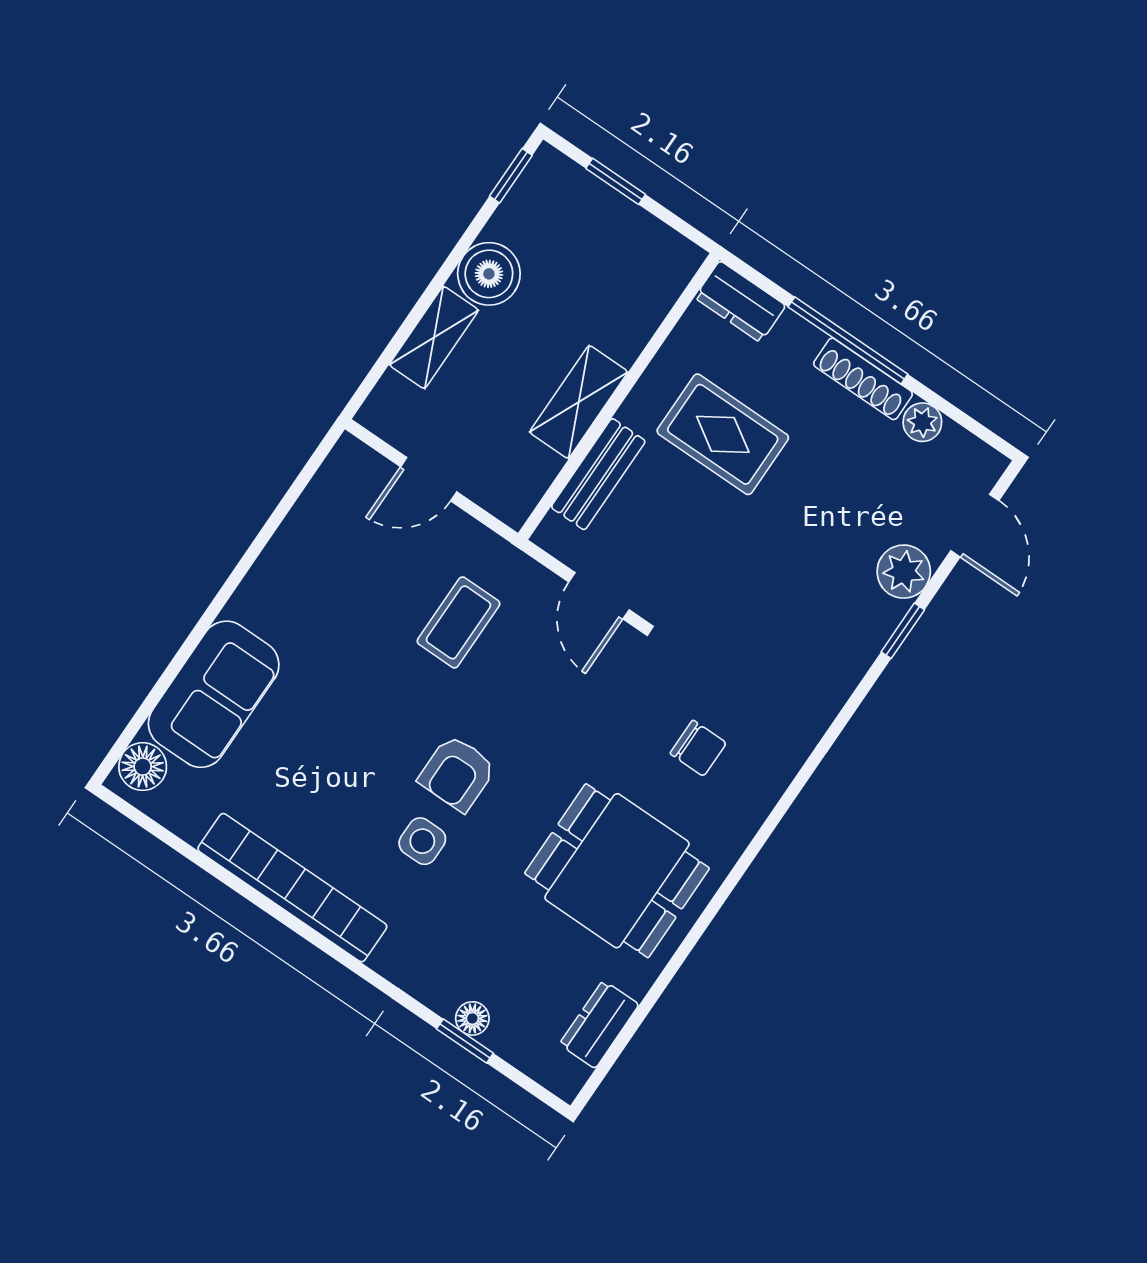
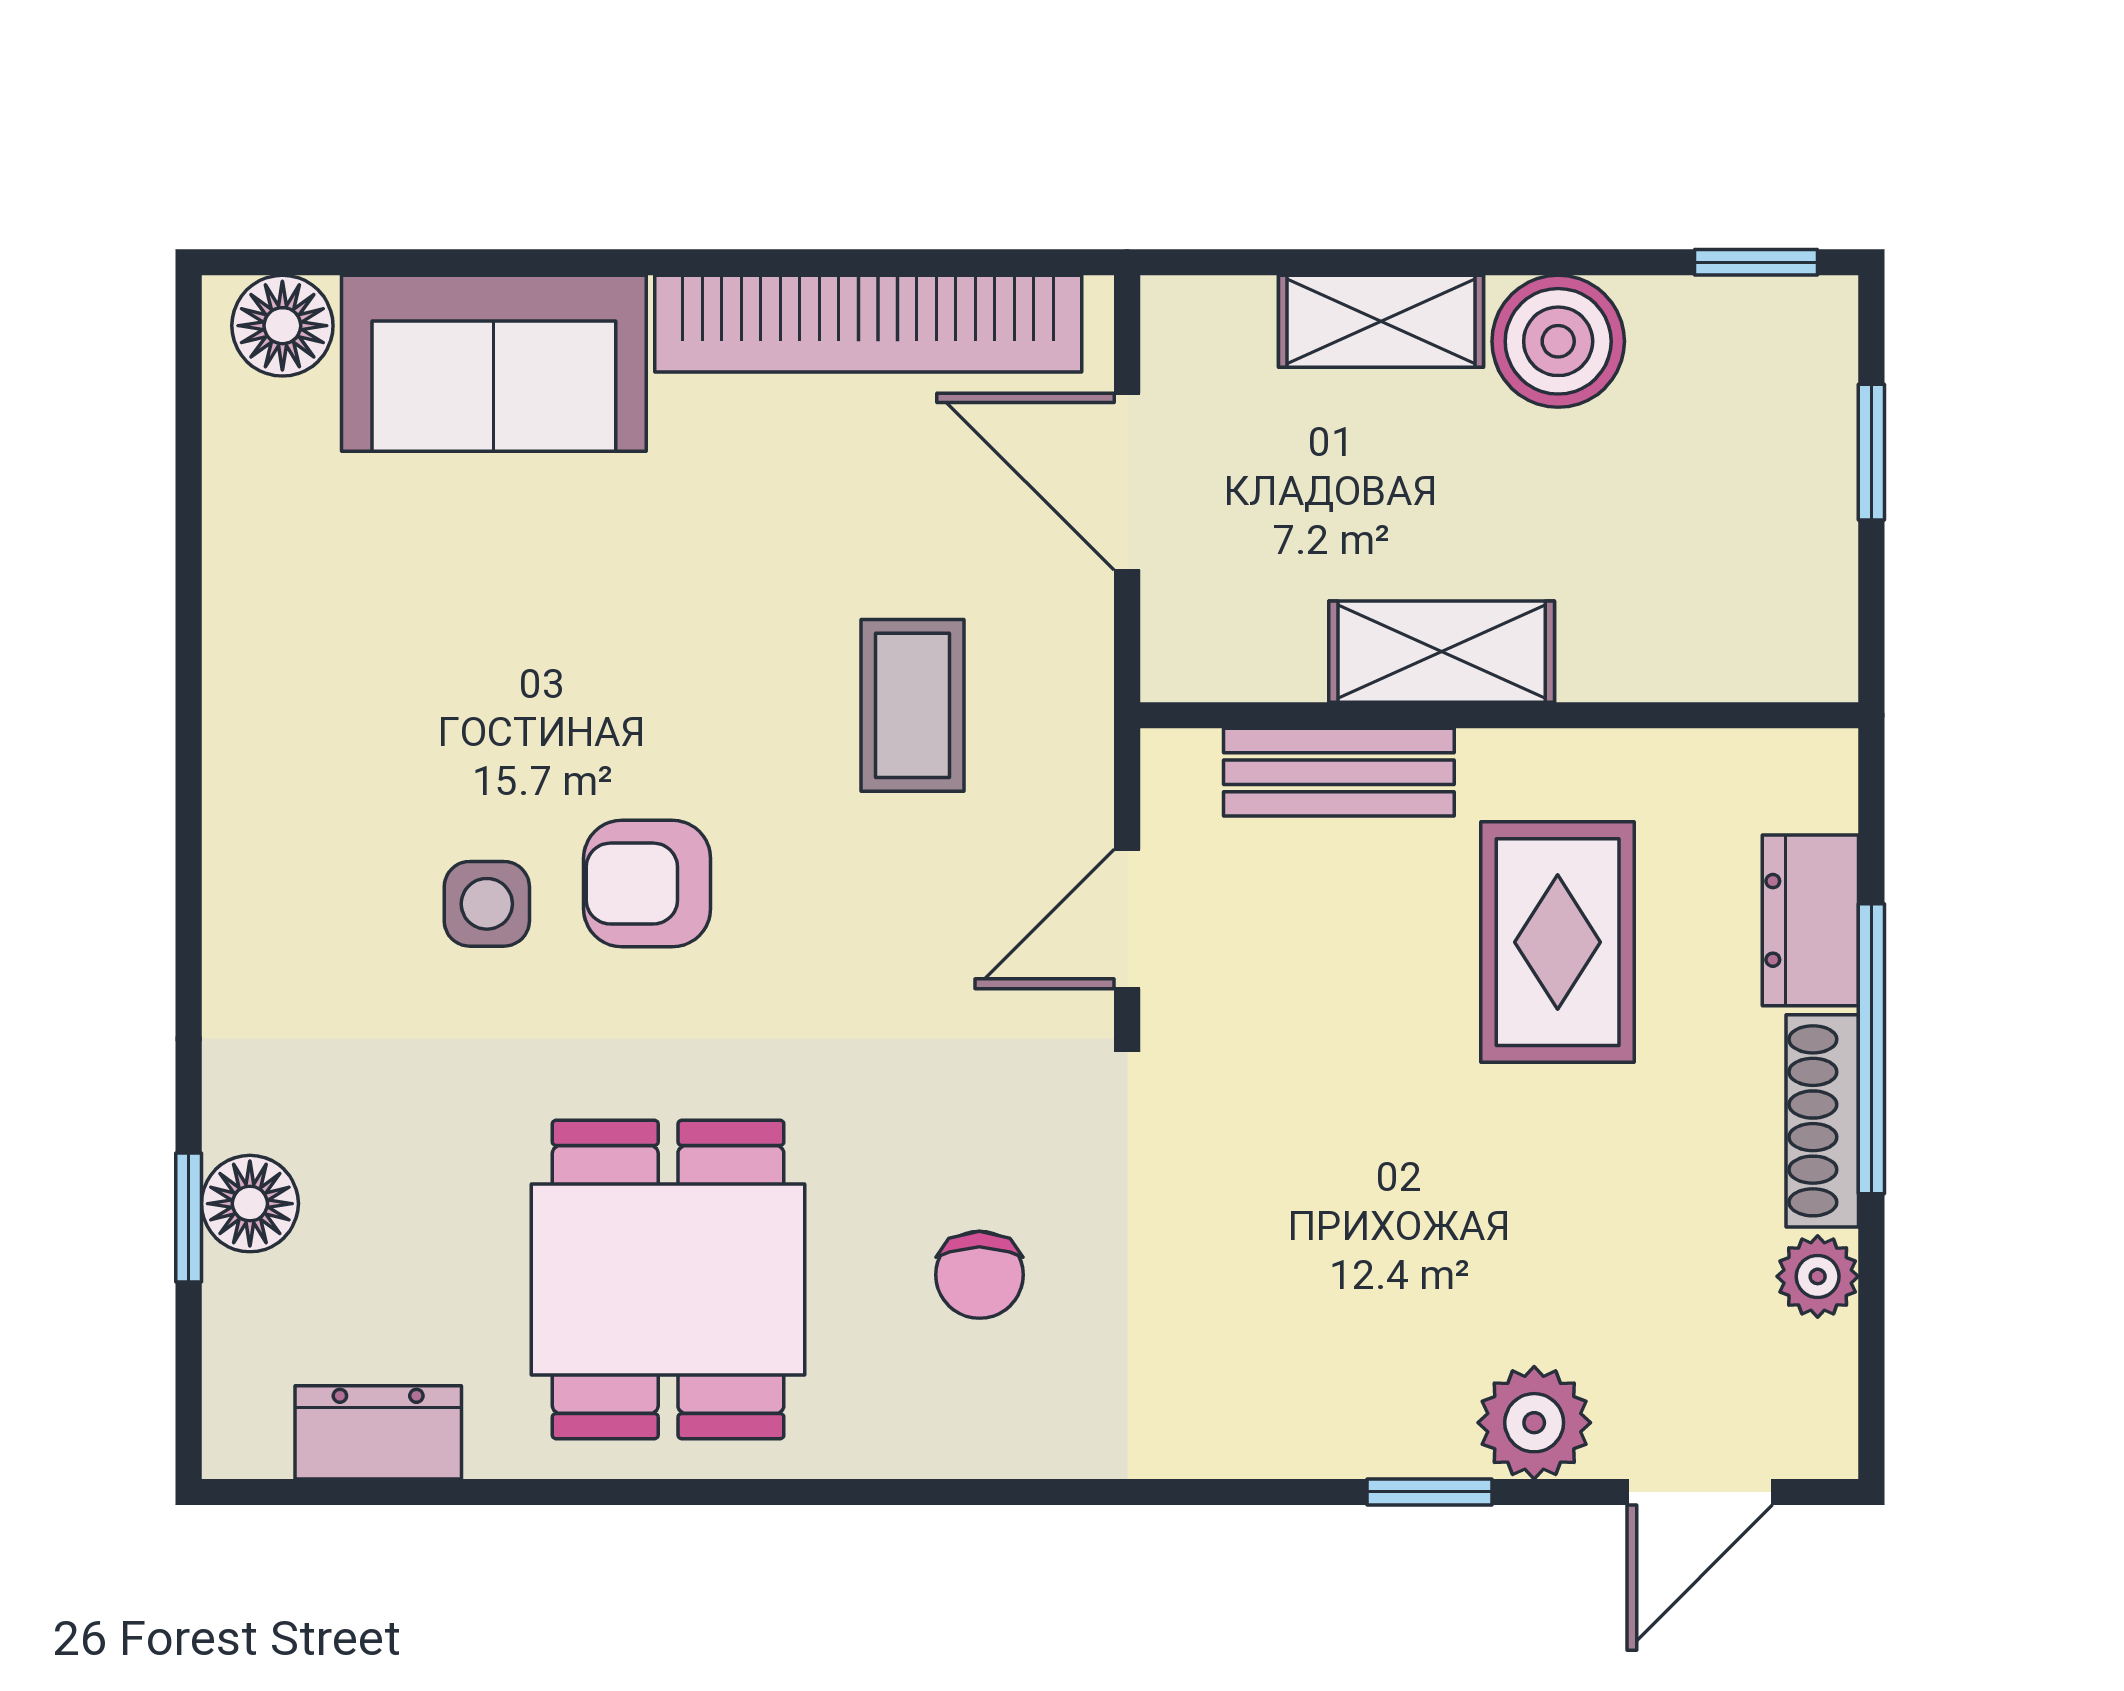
dresser: (740, 302) -> (1810, 920), moved
door: (429, 479) -> (1127, 482), width x1.38
coffee table: (459, 622) -> (912, 705), turned 90
bookcase: (292, 888) -> (868, 324), moved, turned 90
floor lamp: (472, 1018) -> (250, 1204), width x1.37, depth x1.37

